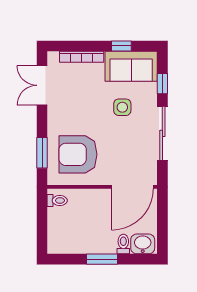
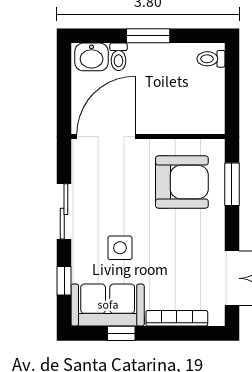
sliding door: (162, 133) -> (64, 211), width x0.73
toilet: (57, 201) -> (211, 59), moved

